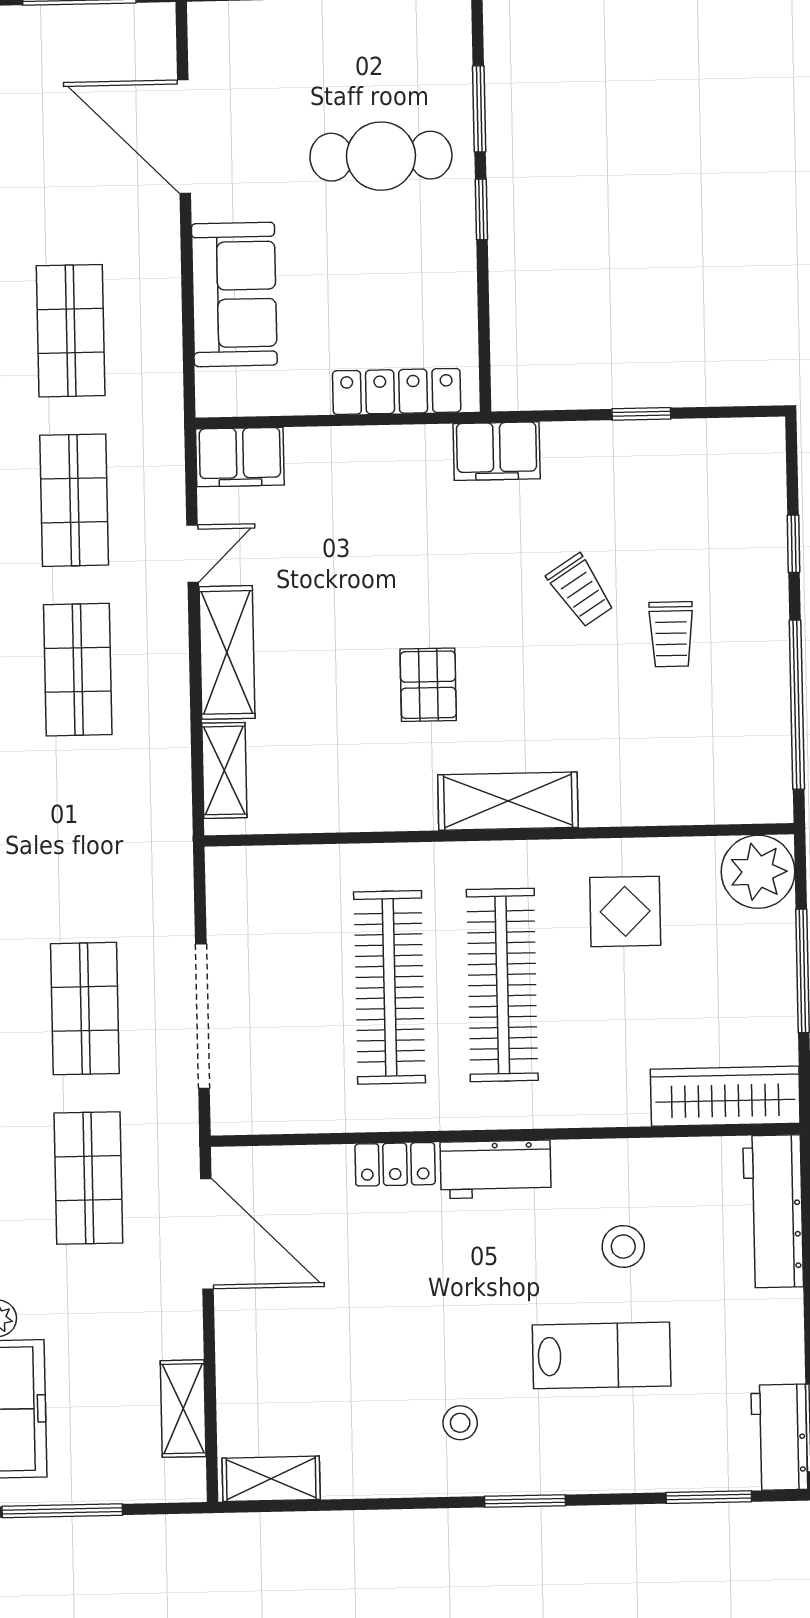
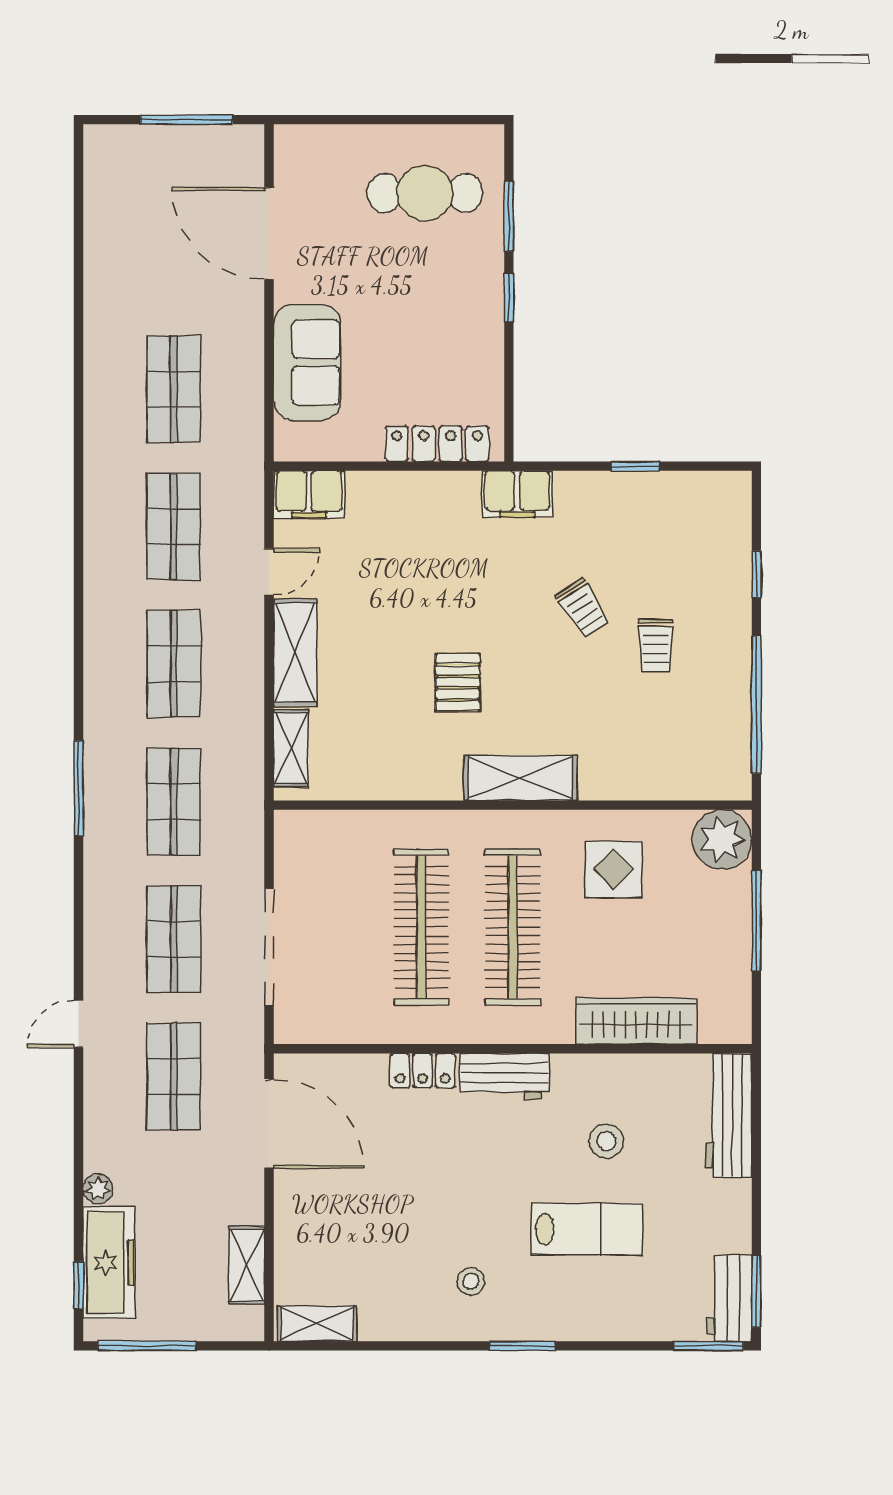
cafe table: (381, 156) -> (425, 193), moved
shop shelf: (81, 839) -> (174, 801), added
wardrobe: (725, 1096) -> (636, 1021), moved
window: (709, 1497) -> (709, 1346), moved

